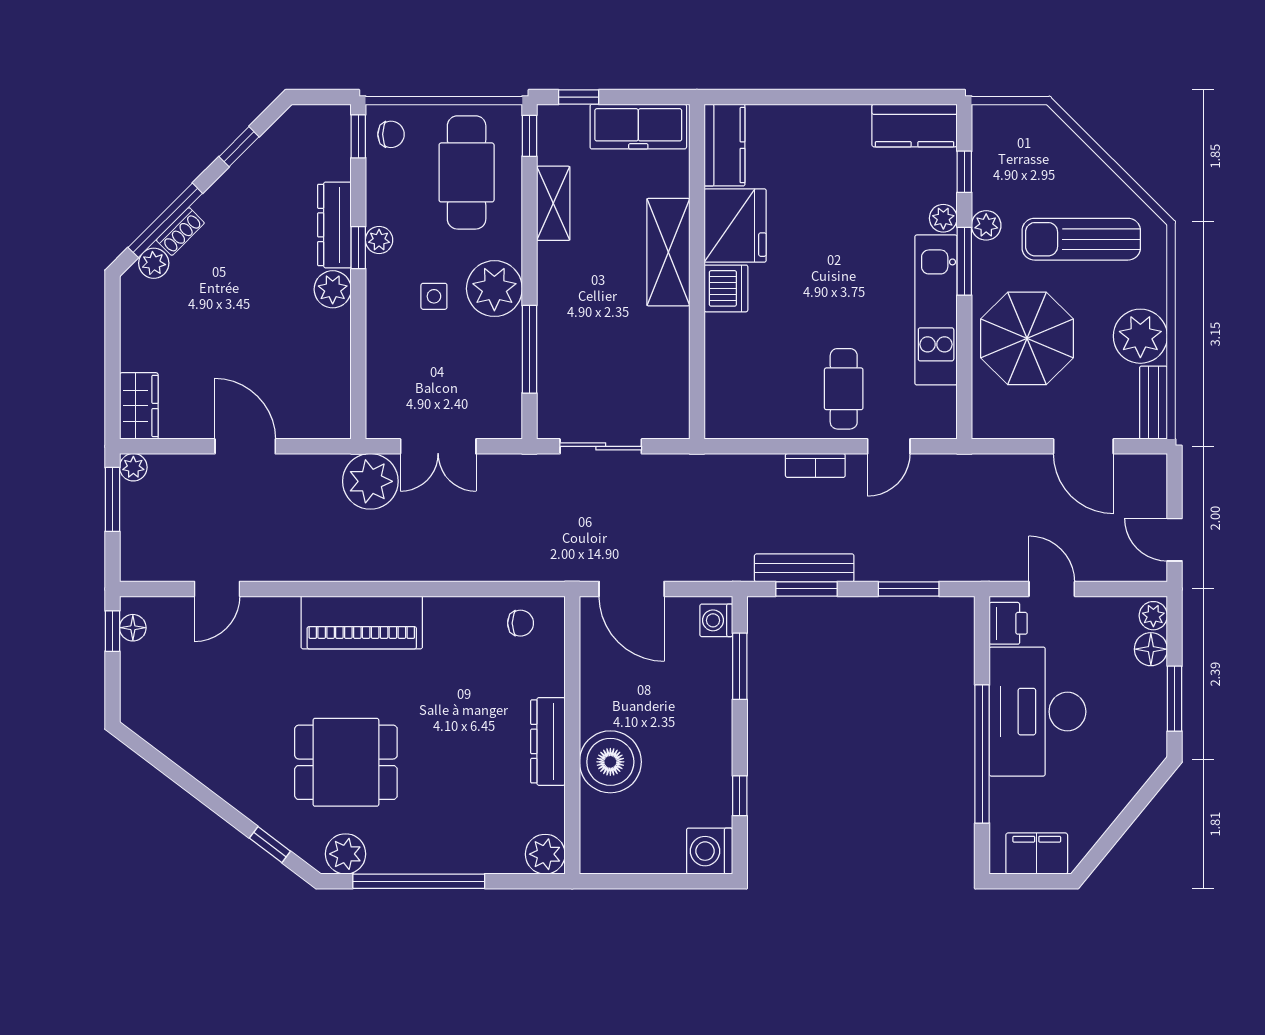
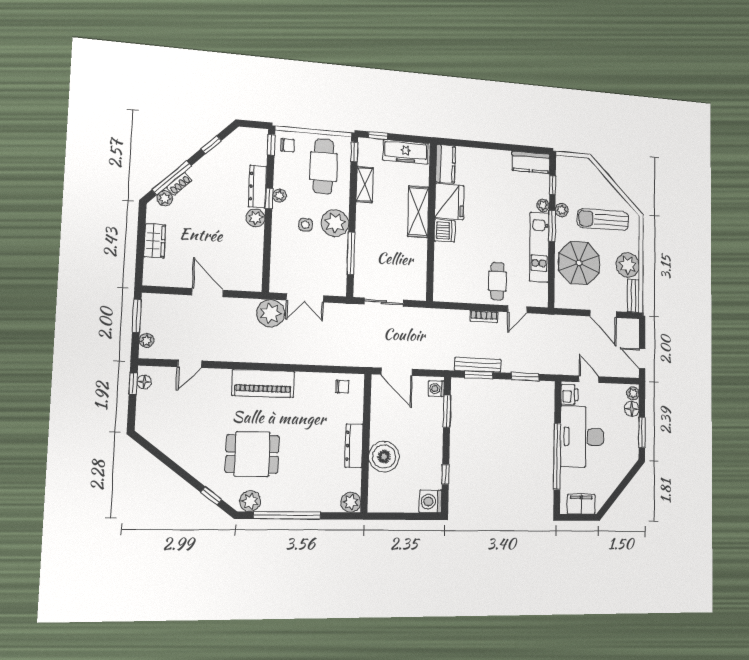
wardrobe: (139, 406) -> (155, 241), moved
plant: (133, 467) -> (147, 340), moved

